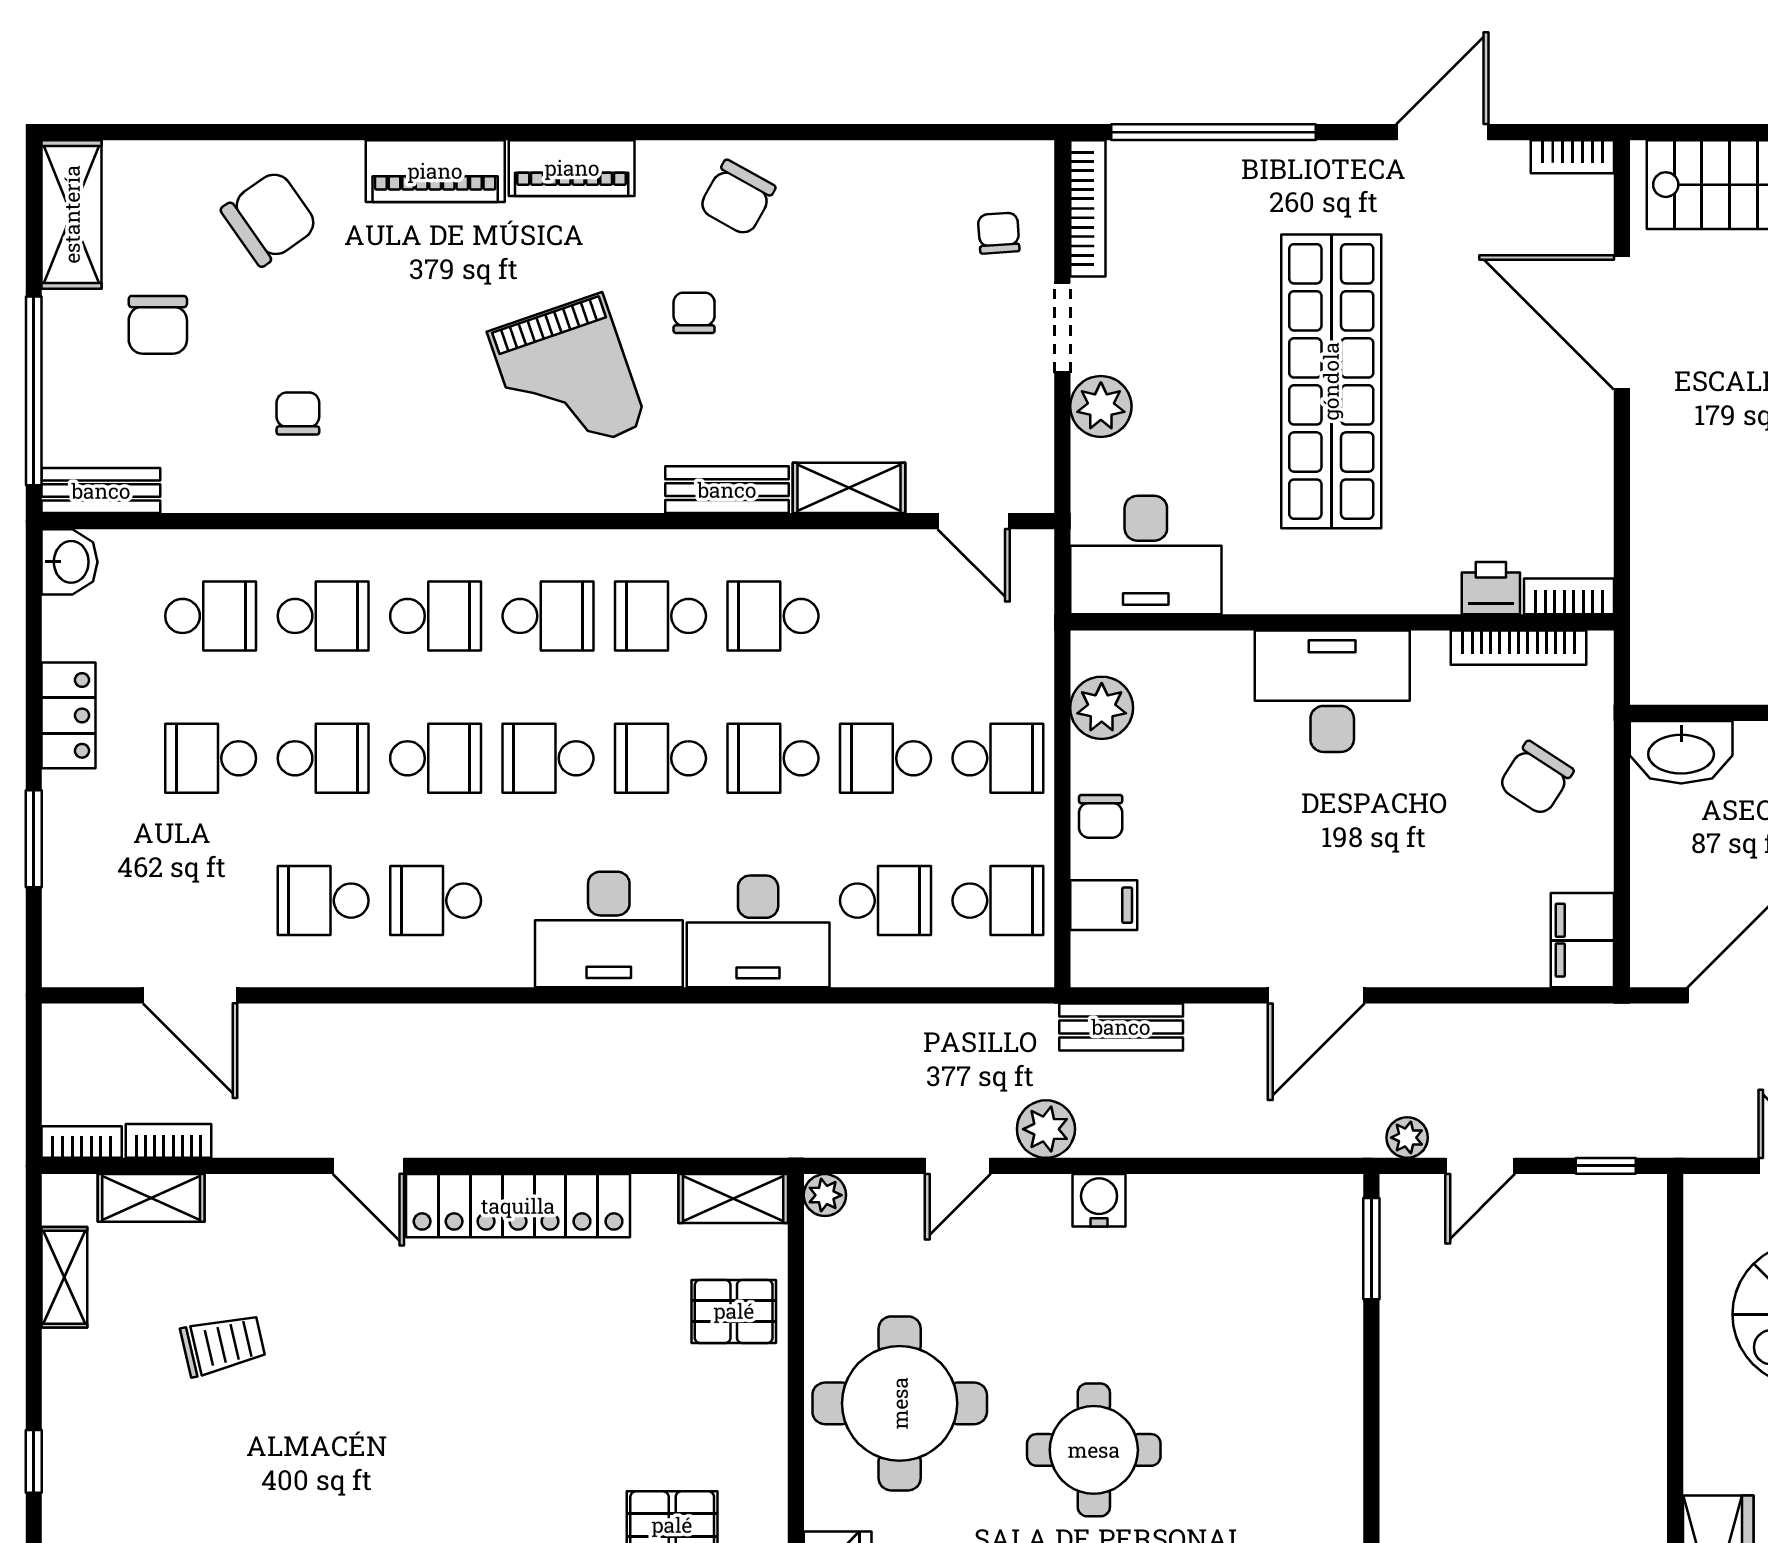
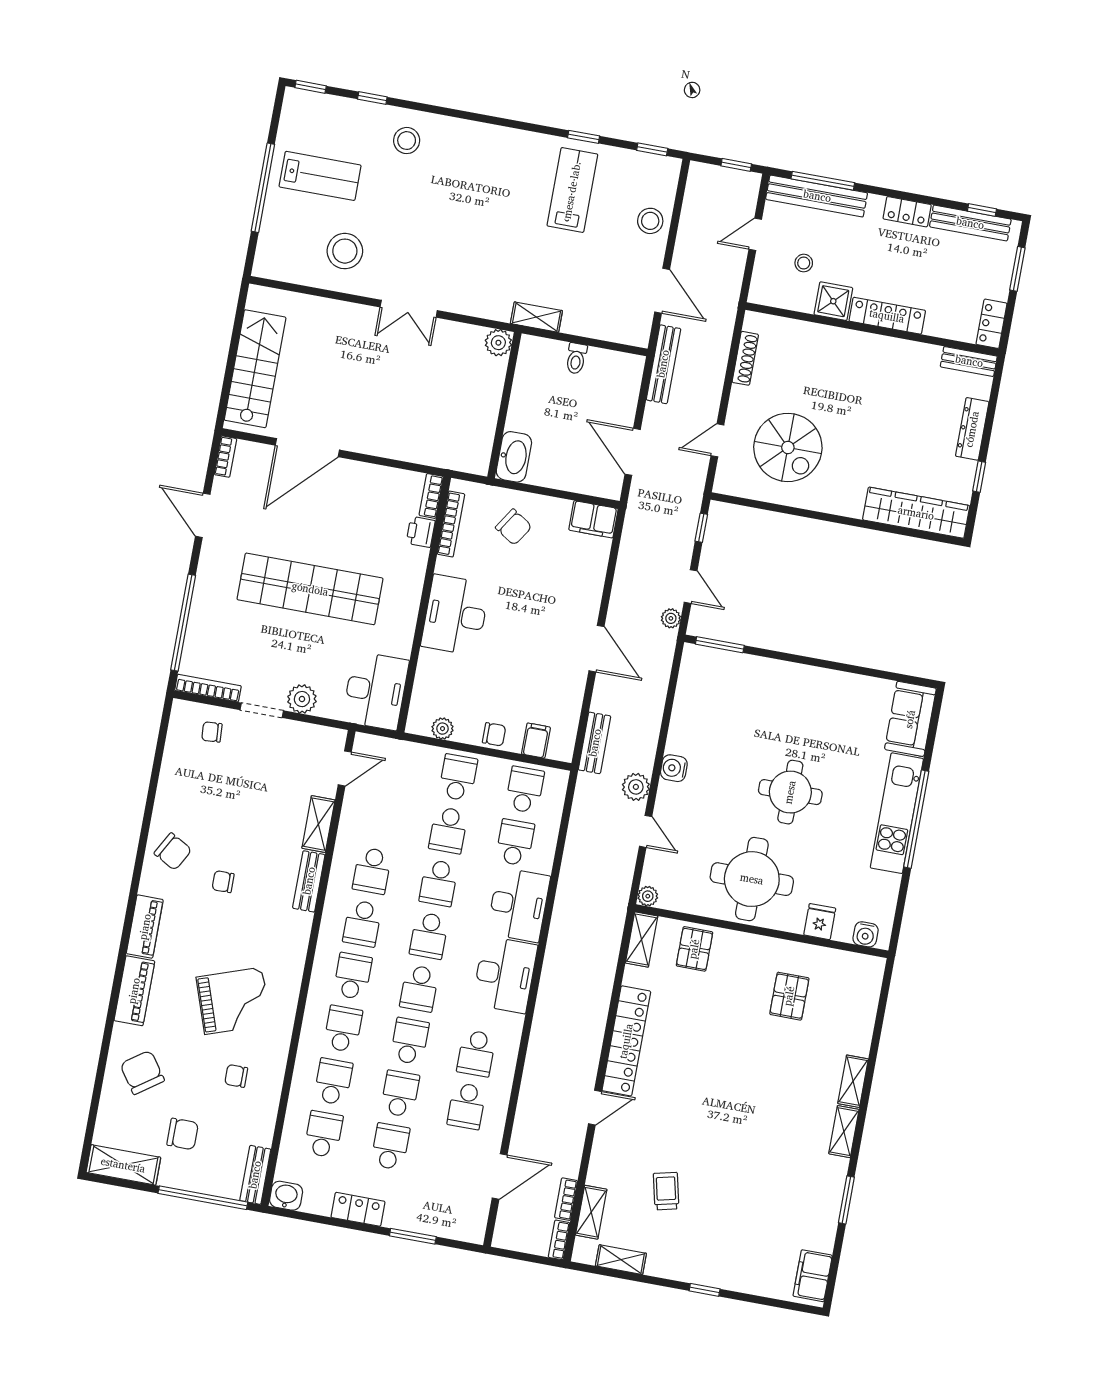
grand piano: (567, 378) -> (233, 1001), moved
plant: (1102, 708) -> (443, 729), width x0.73, depth x0.73
school desk: (211, 758) -> (390, 1146), turned 180

